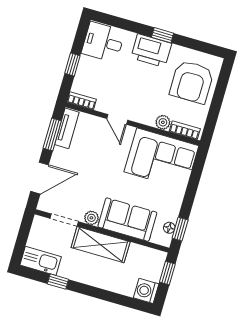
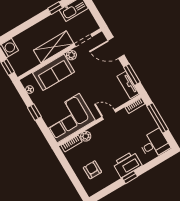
window: (72, 64) -> (158, 118), width x2.17
armchair: (192, 82) -> (92, 170), width x0.53, depth x0.53
door: (40, 178) -> (116, 48), hinge flipped
window: (180, 229) -> (34, 112), moved

